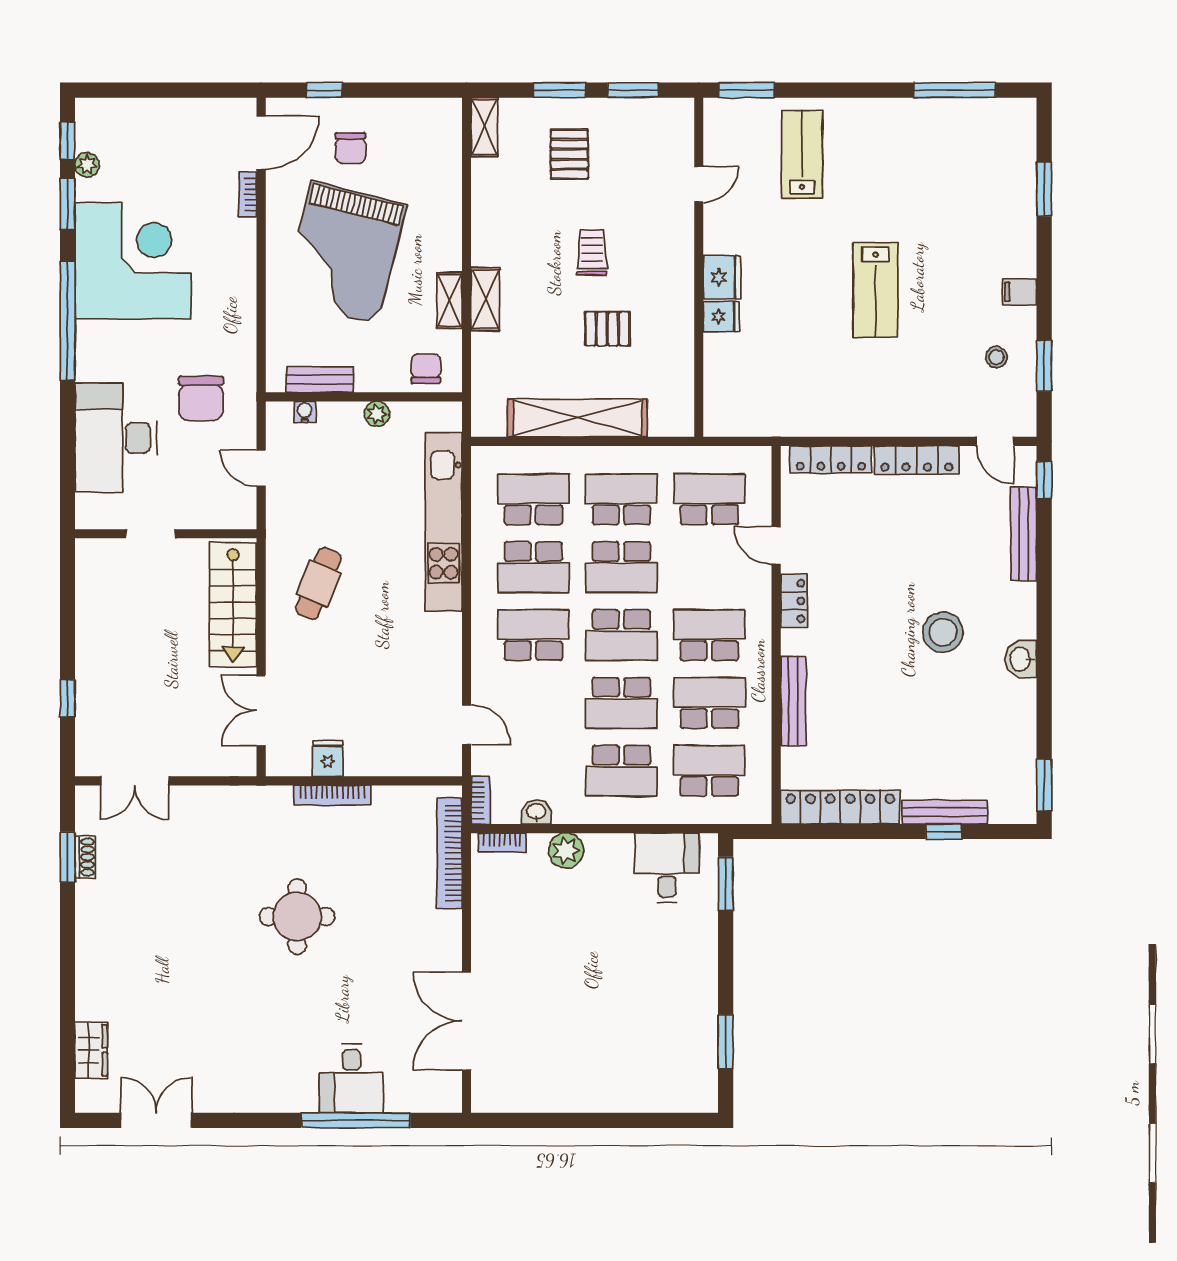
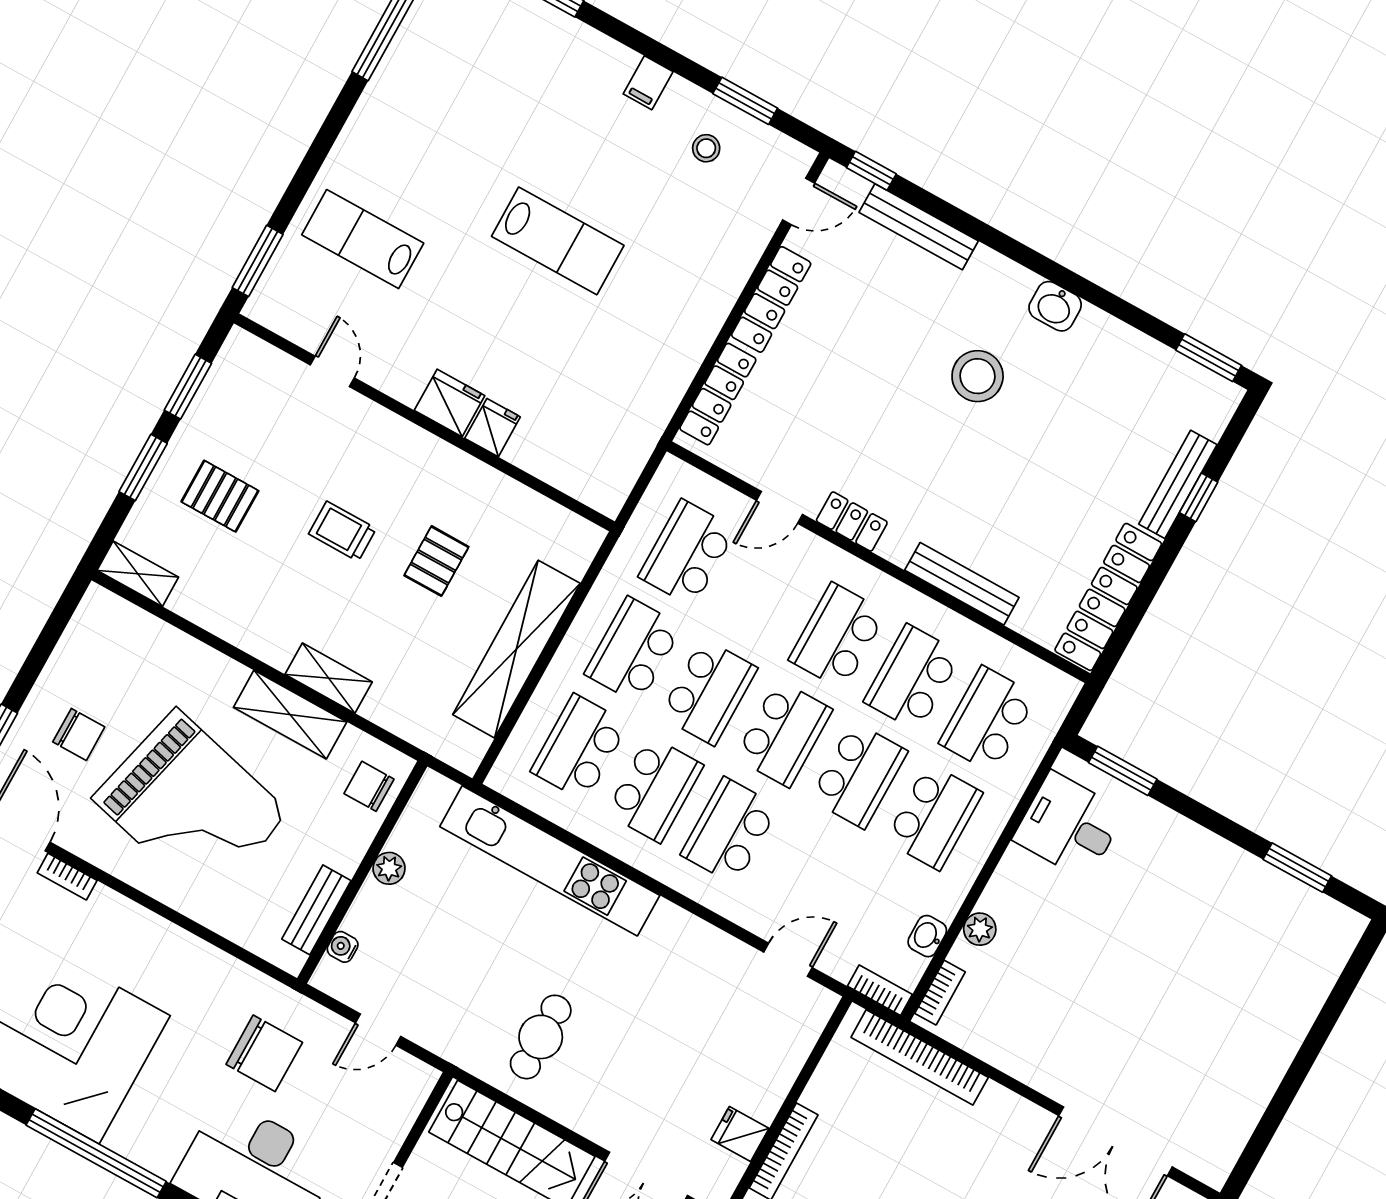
shelving: (449, 301) -> (290, 715), width x1.50, depth x1.33
cafe table: (318, 583) -> (541, 1037), turned 68
plant: (566, 851) -> (980, 929), width x0.73, depth x0.73

